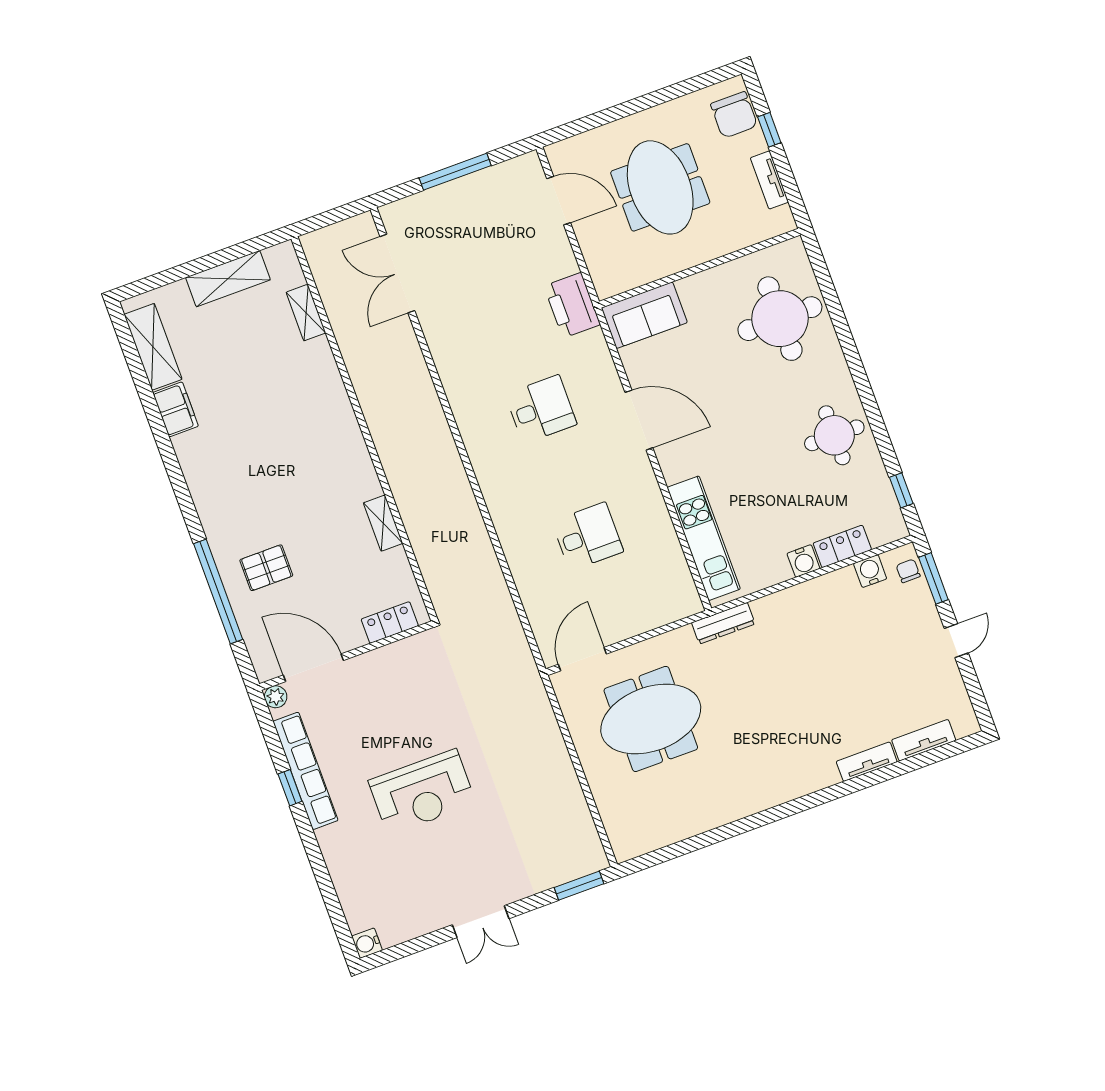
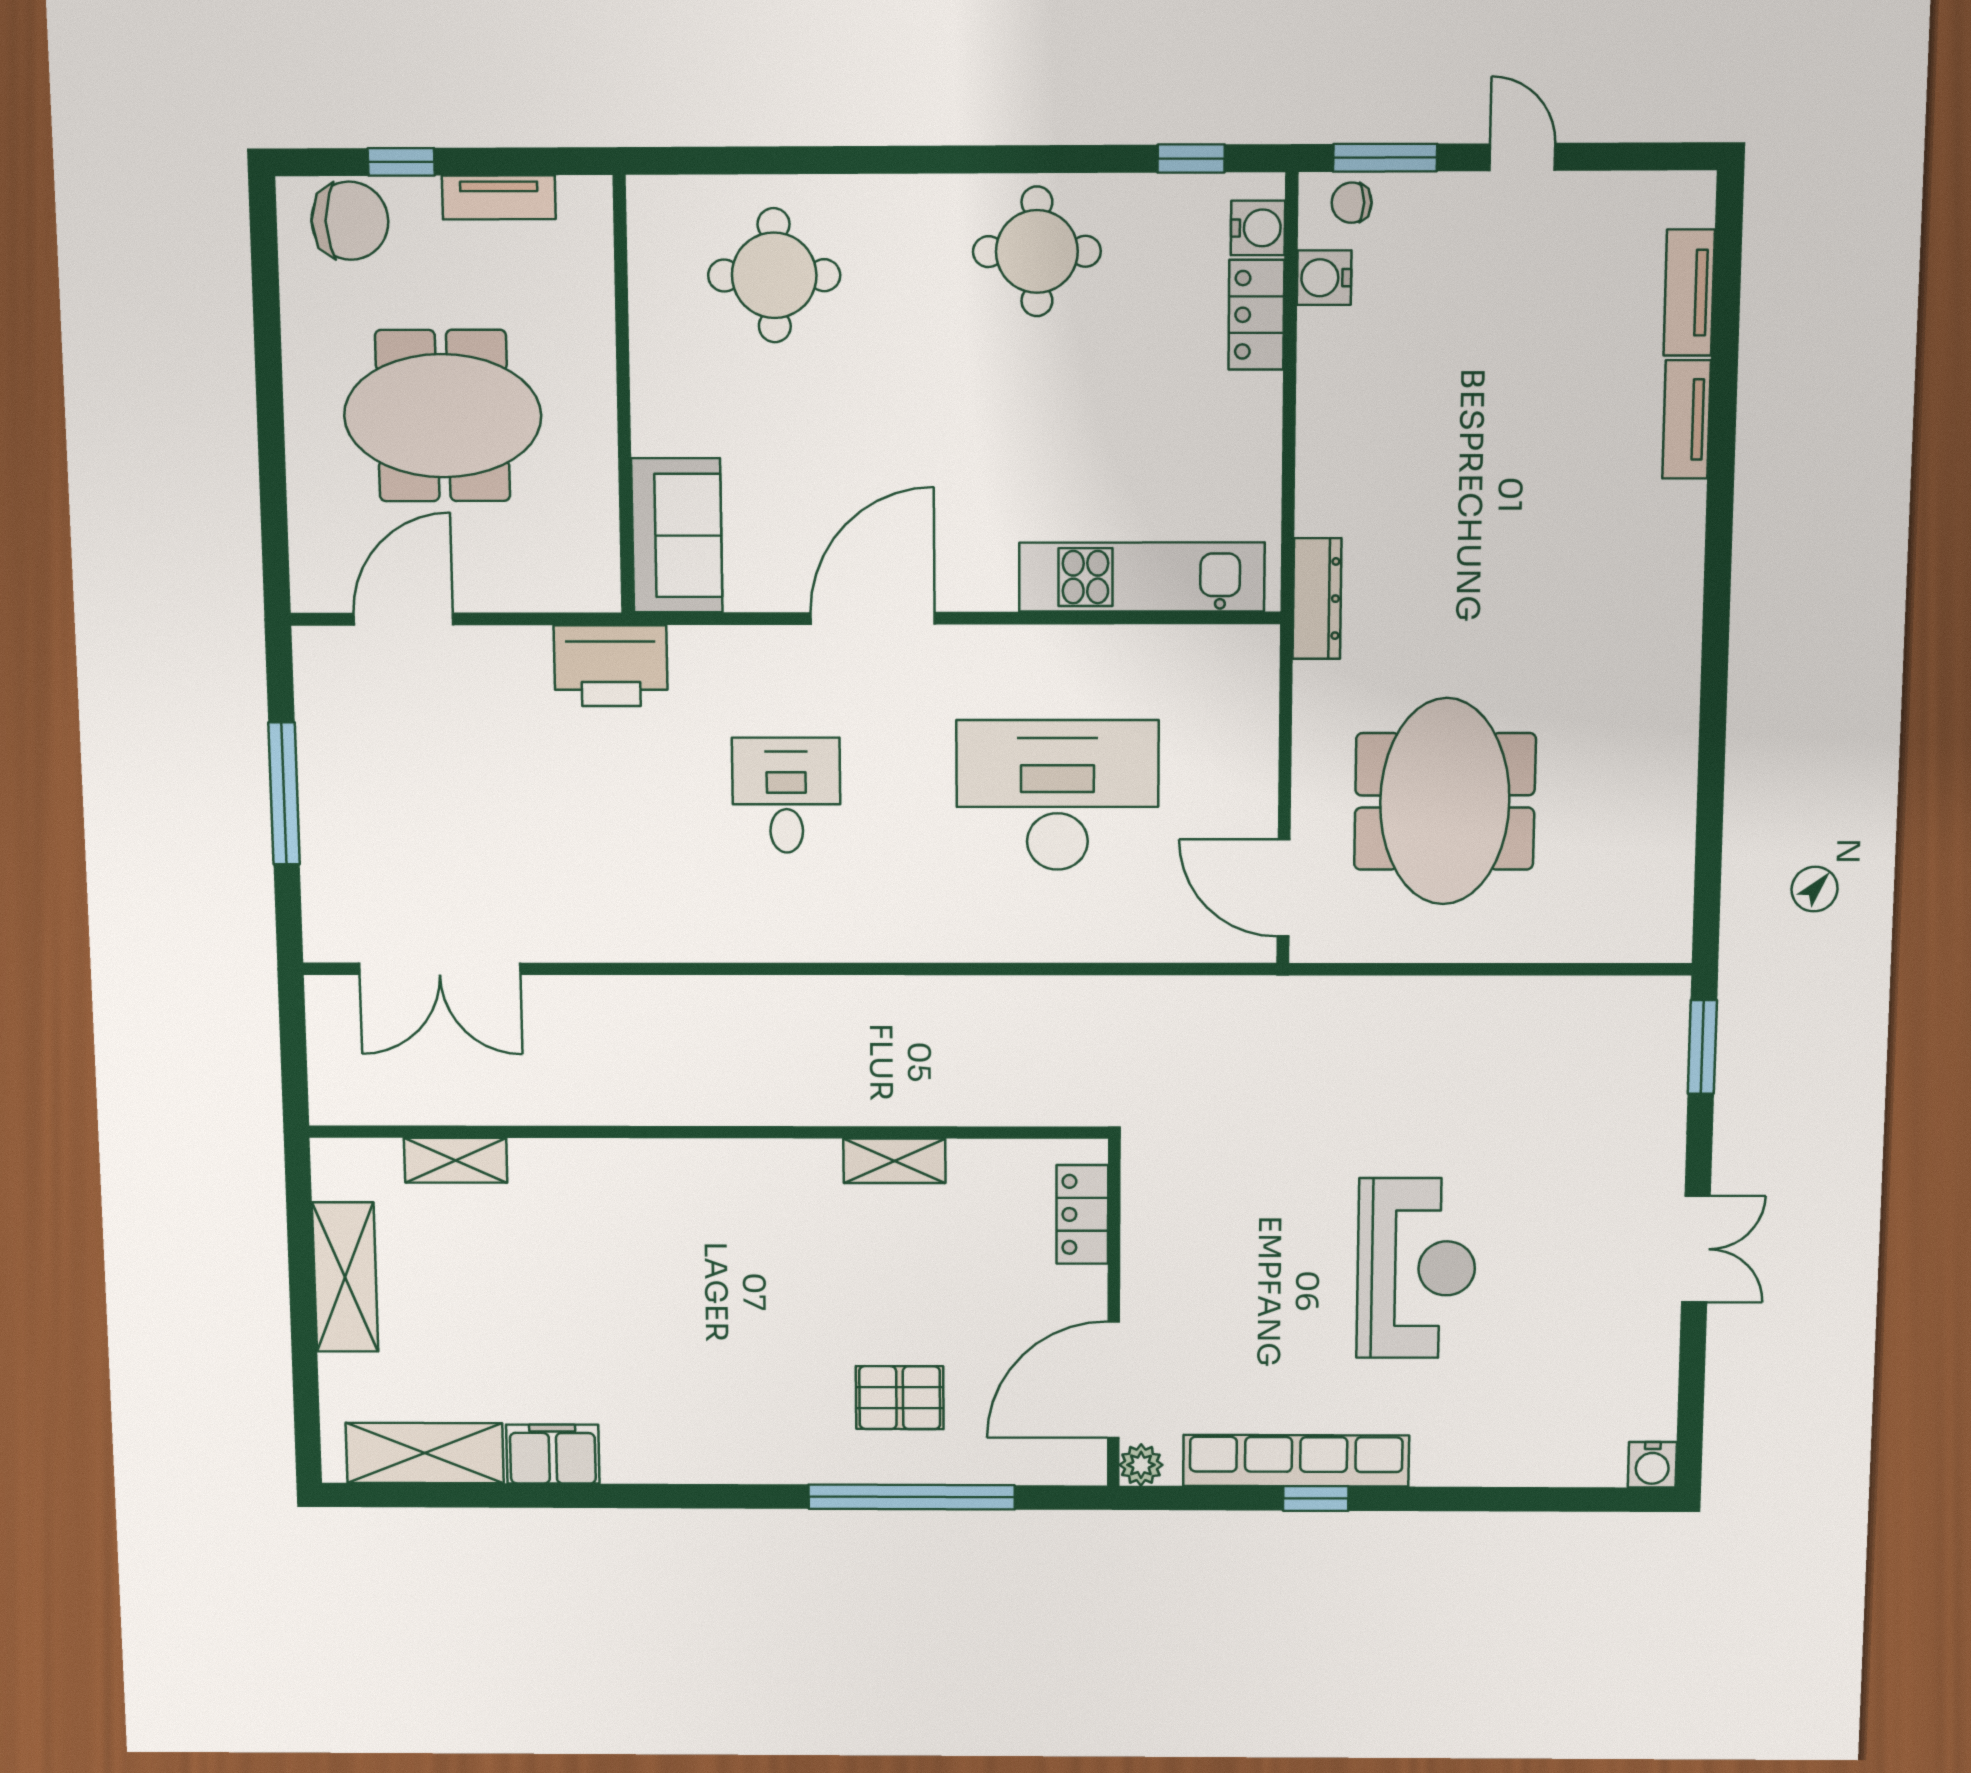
round table: (780, 319) -> (774, 275), width x0.73, depth x0.73
desk: (588, 536) -> (1057, 795), width x1.87, depth x1.30
water cooler: (803, 561) -> (1258, 228), moved
pallet: (266, 568) -> (900, 1398), turned 90

